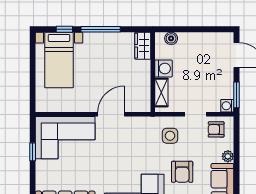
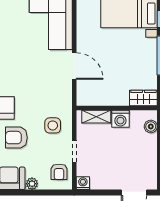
window: (236, 95) -> (94, 192), removed
armchair: (216, 129) -> (59, 172), turned 180

